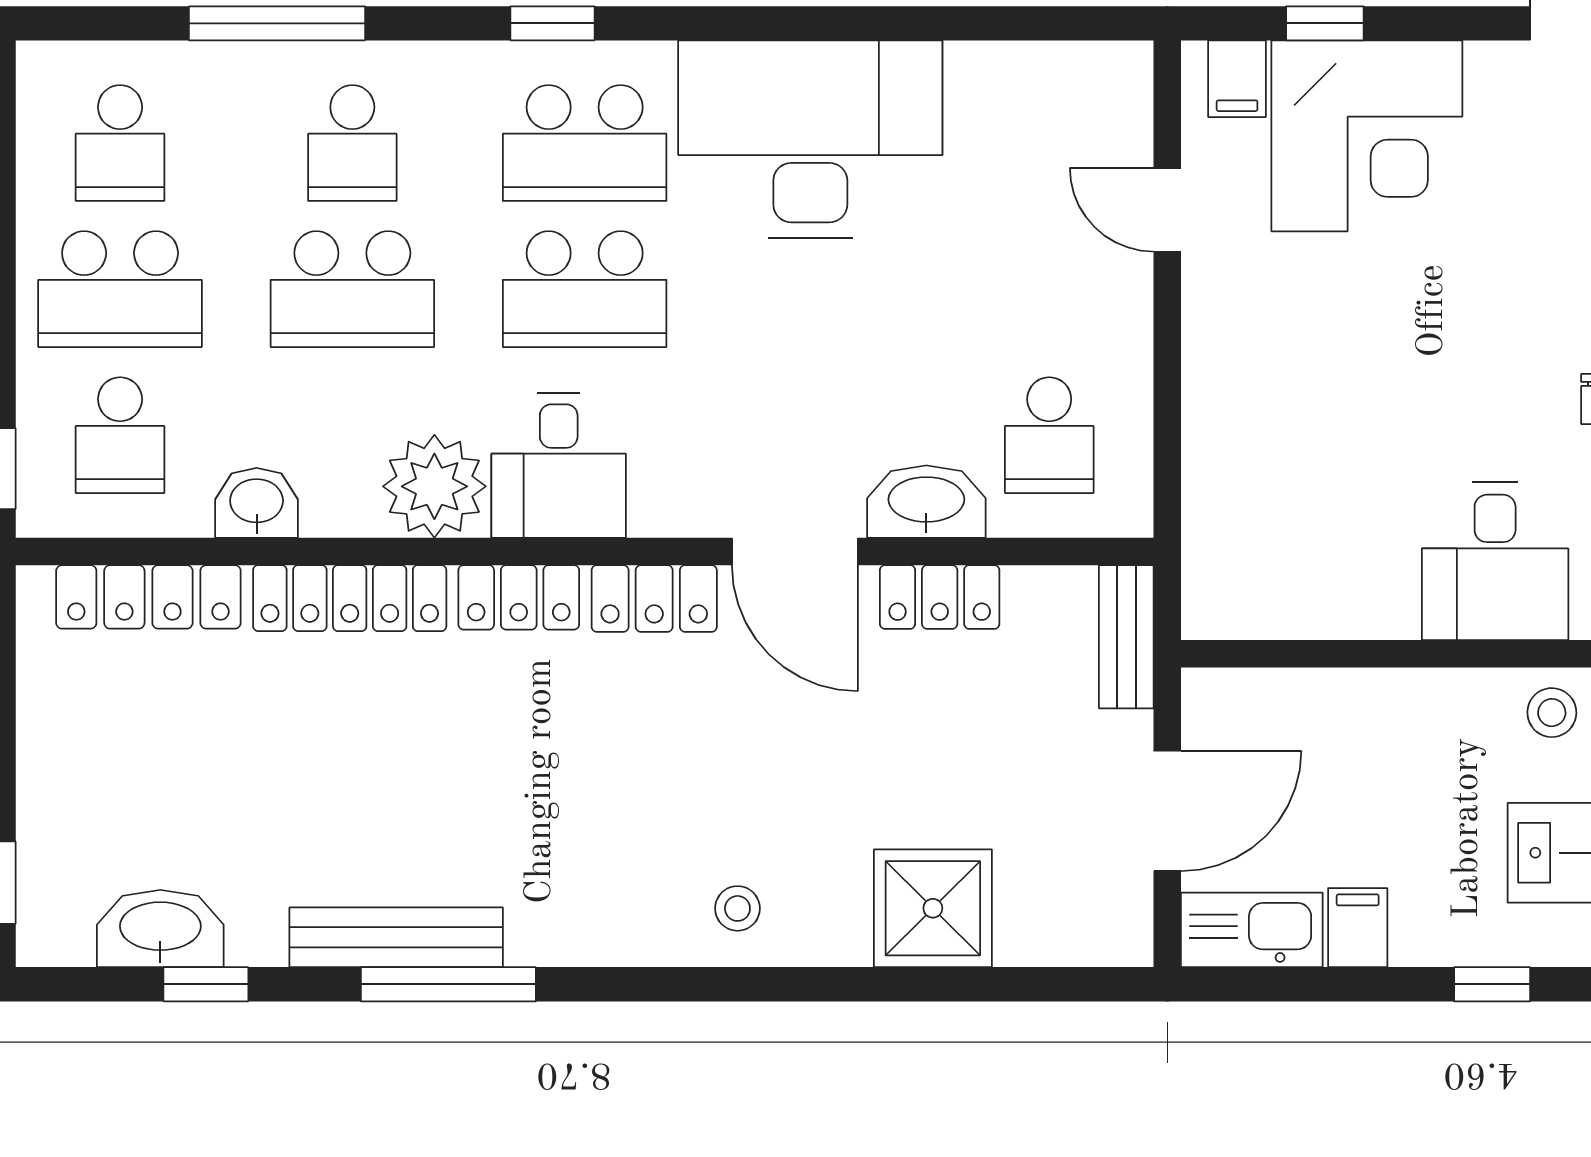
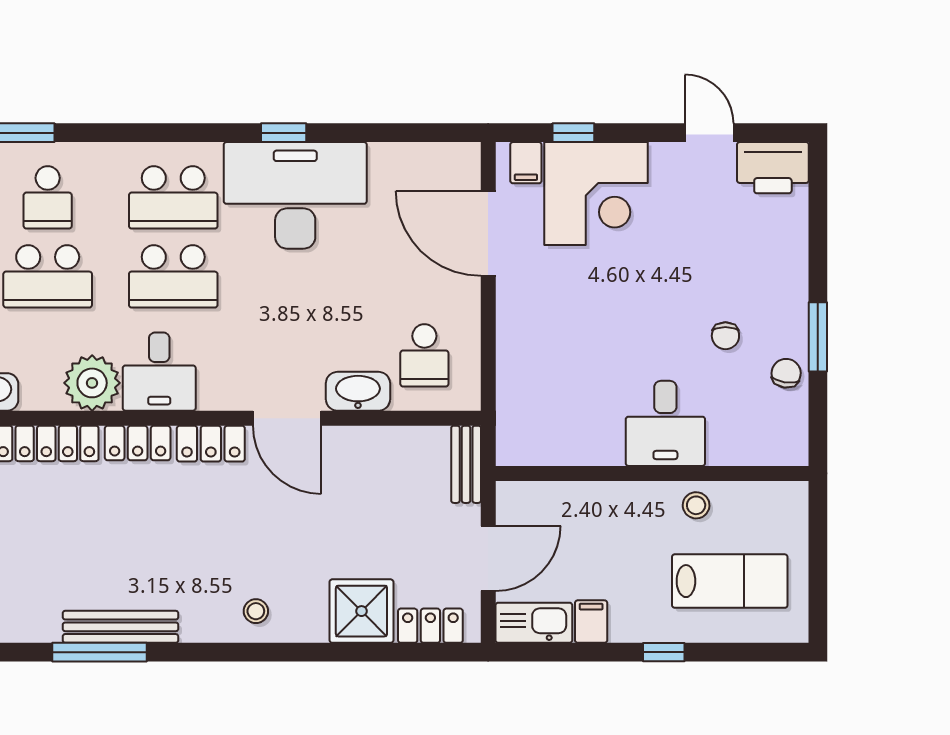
window: (552, 23) -> (284, 133), moved
door: (1167, 210) -> (488, 233), width x1.88
locker: (940, 597) -> (430, 626), moved, turned 180
bench: (396, 937) -> (121, 627), moved

